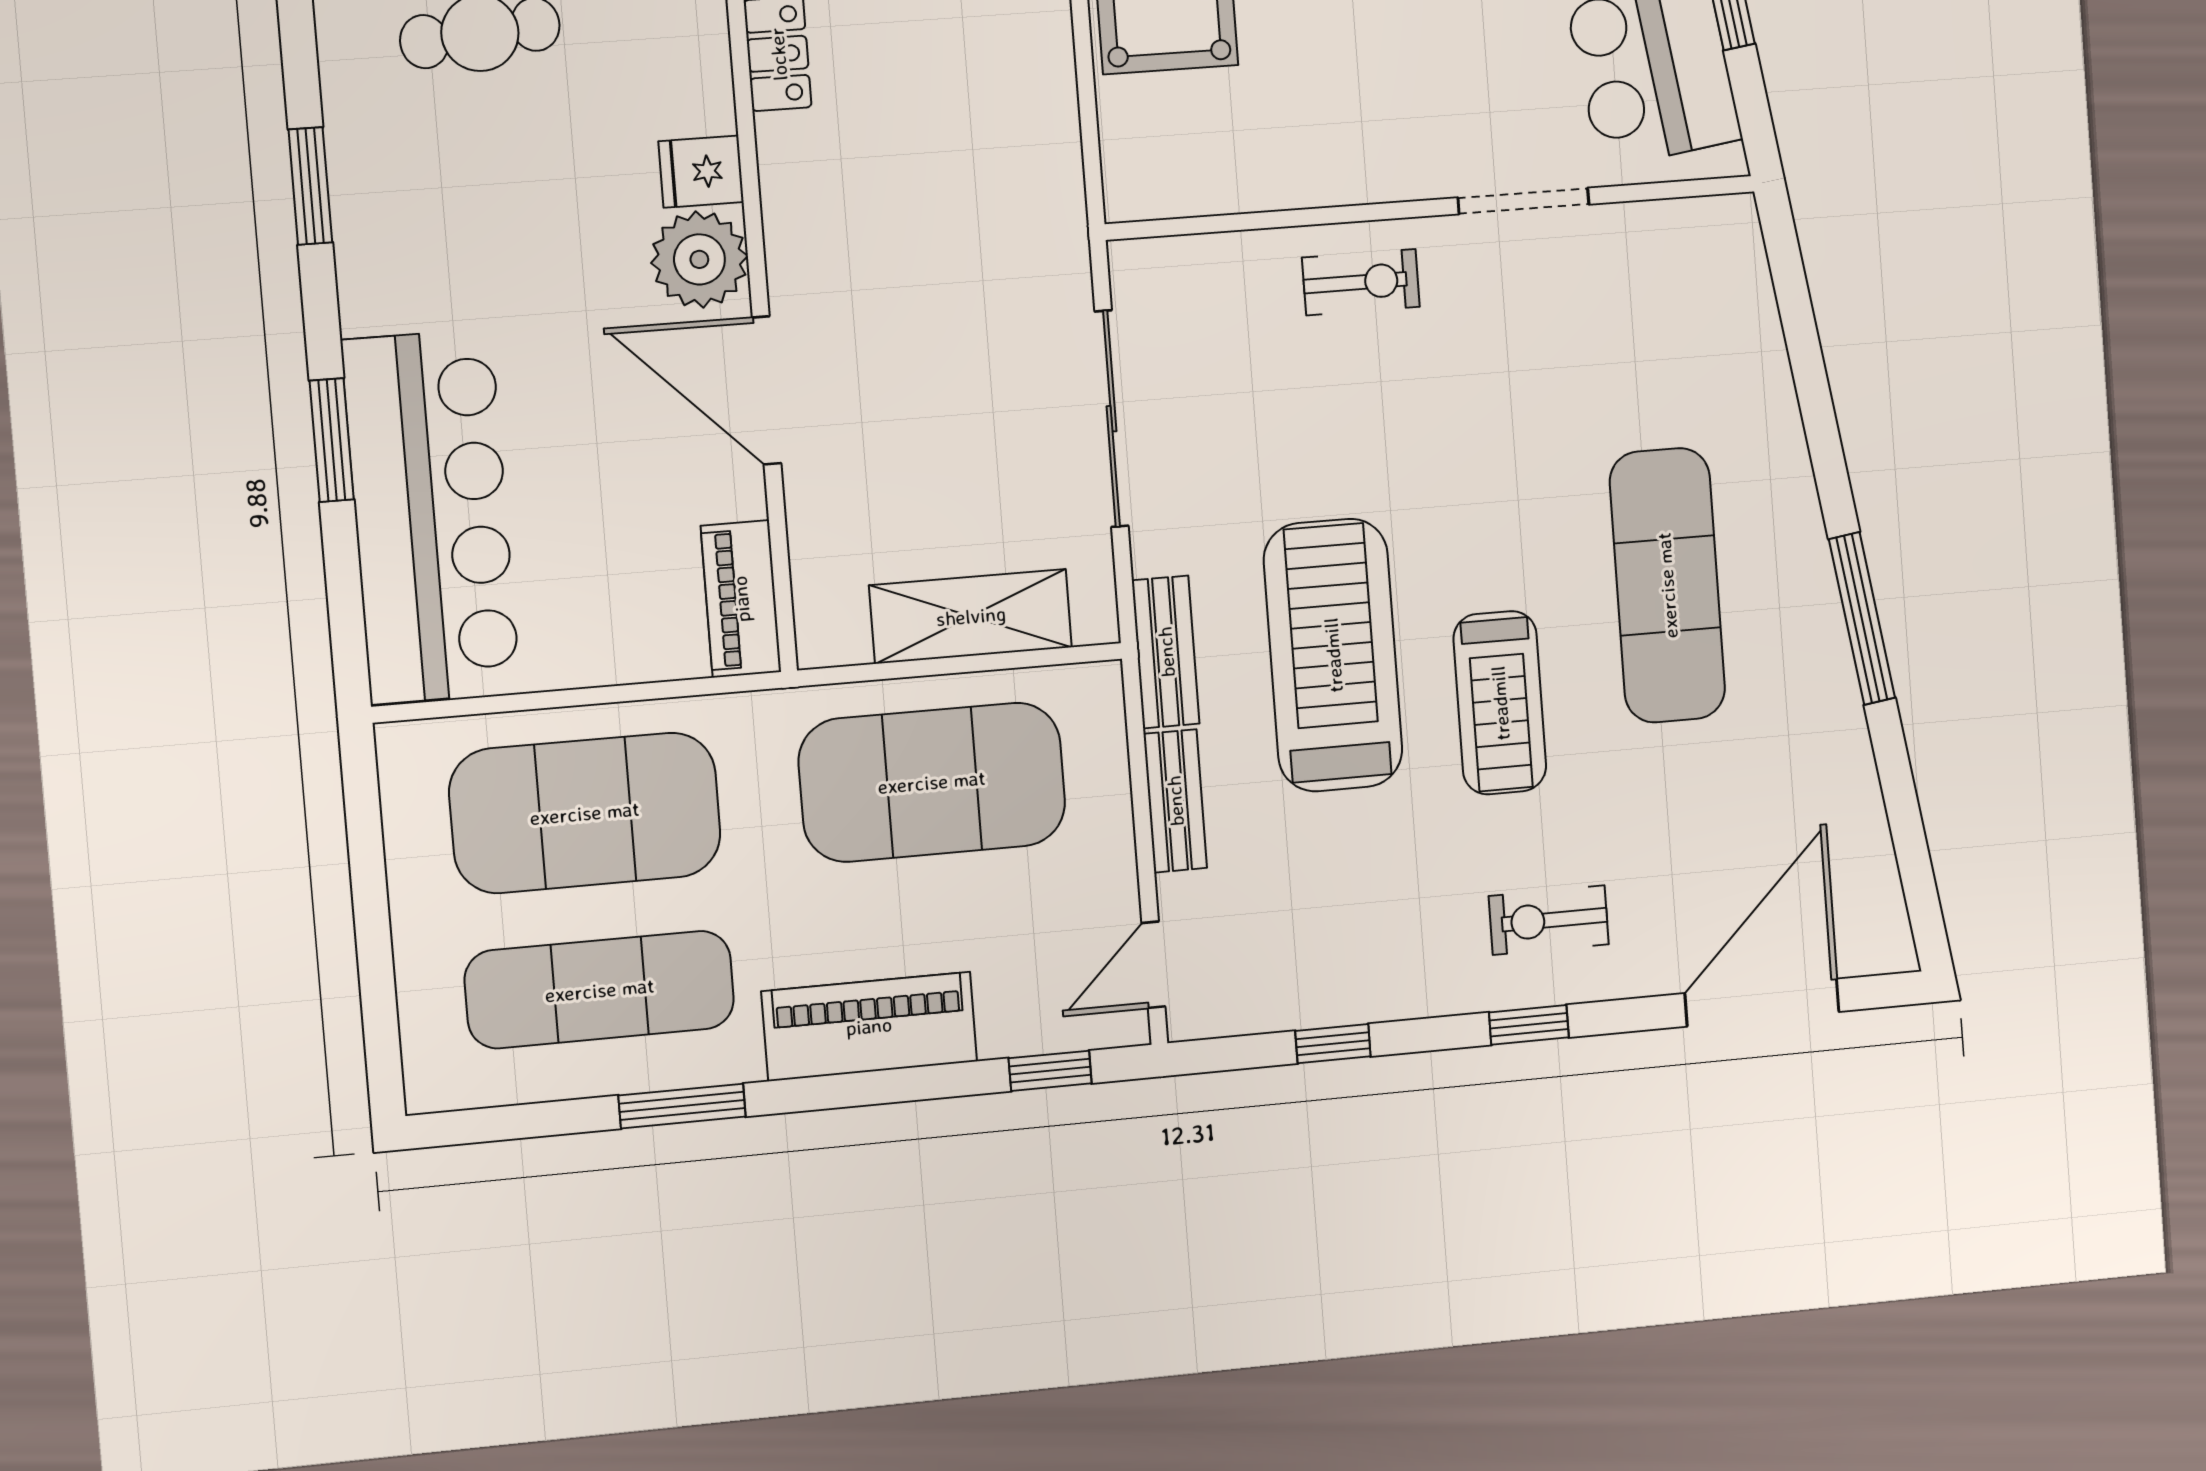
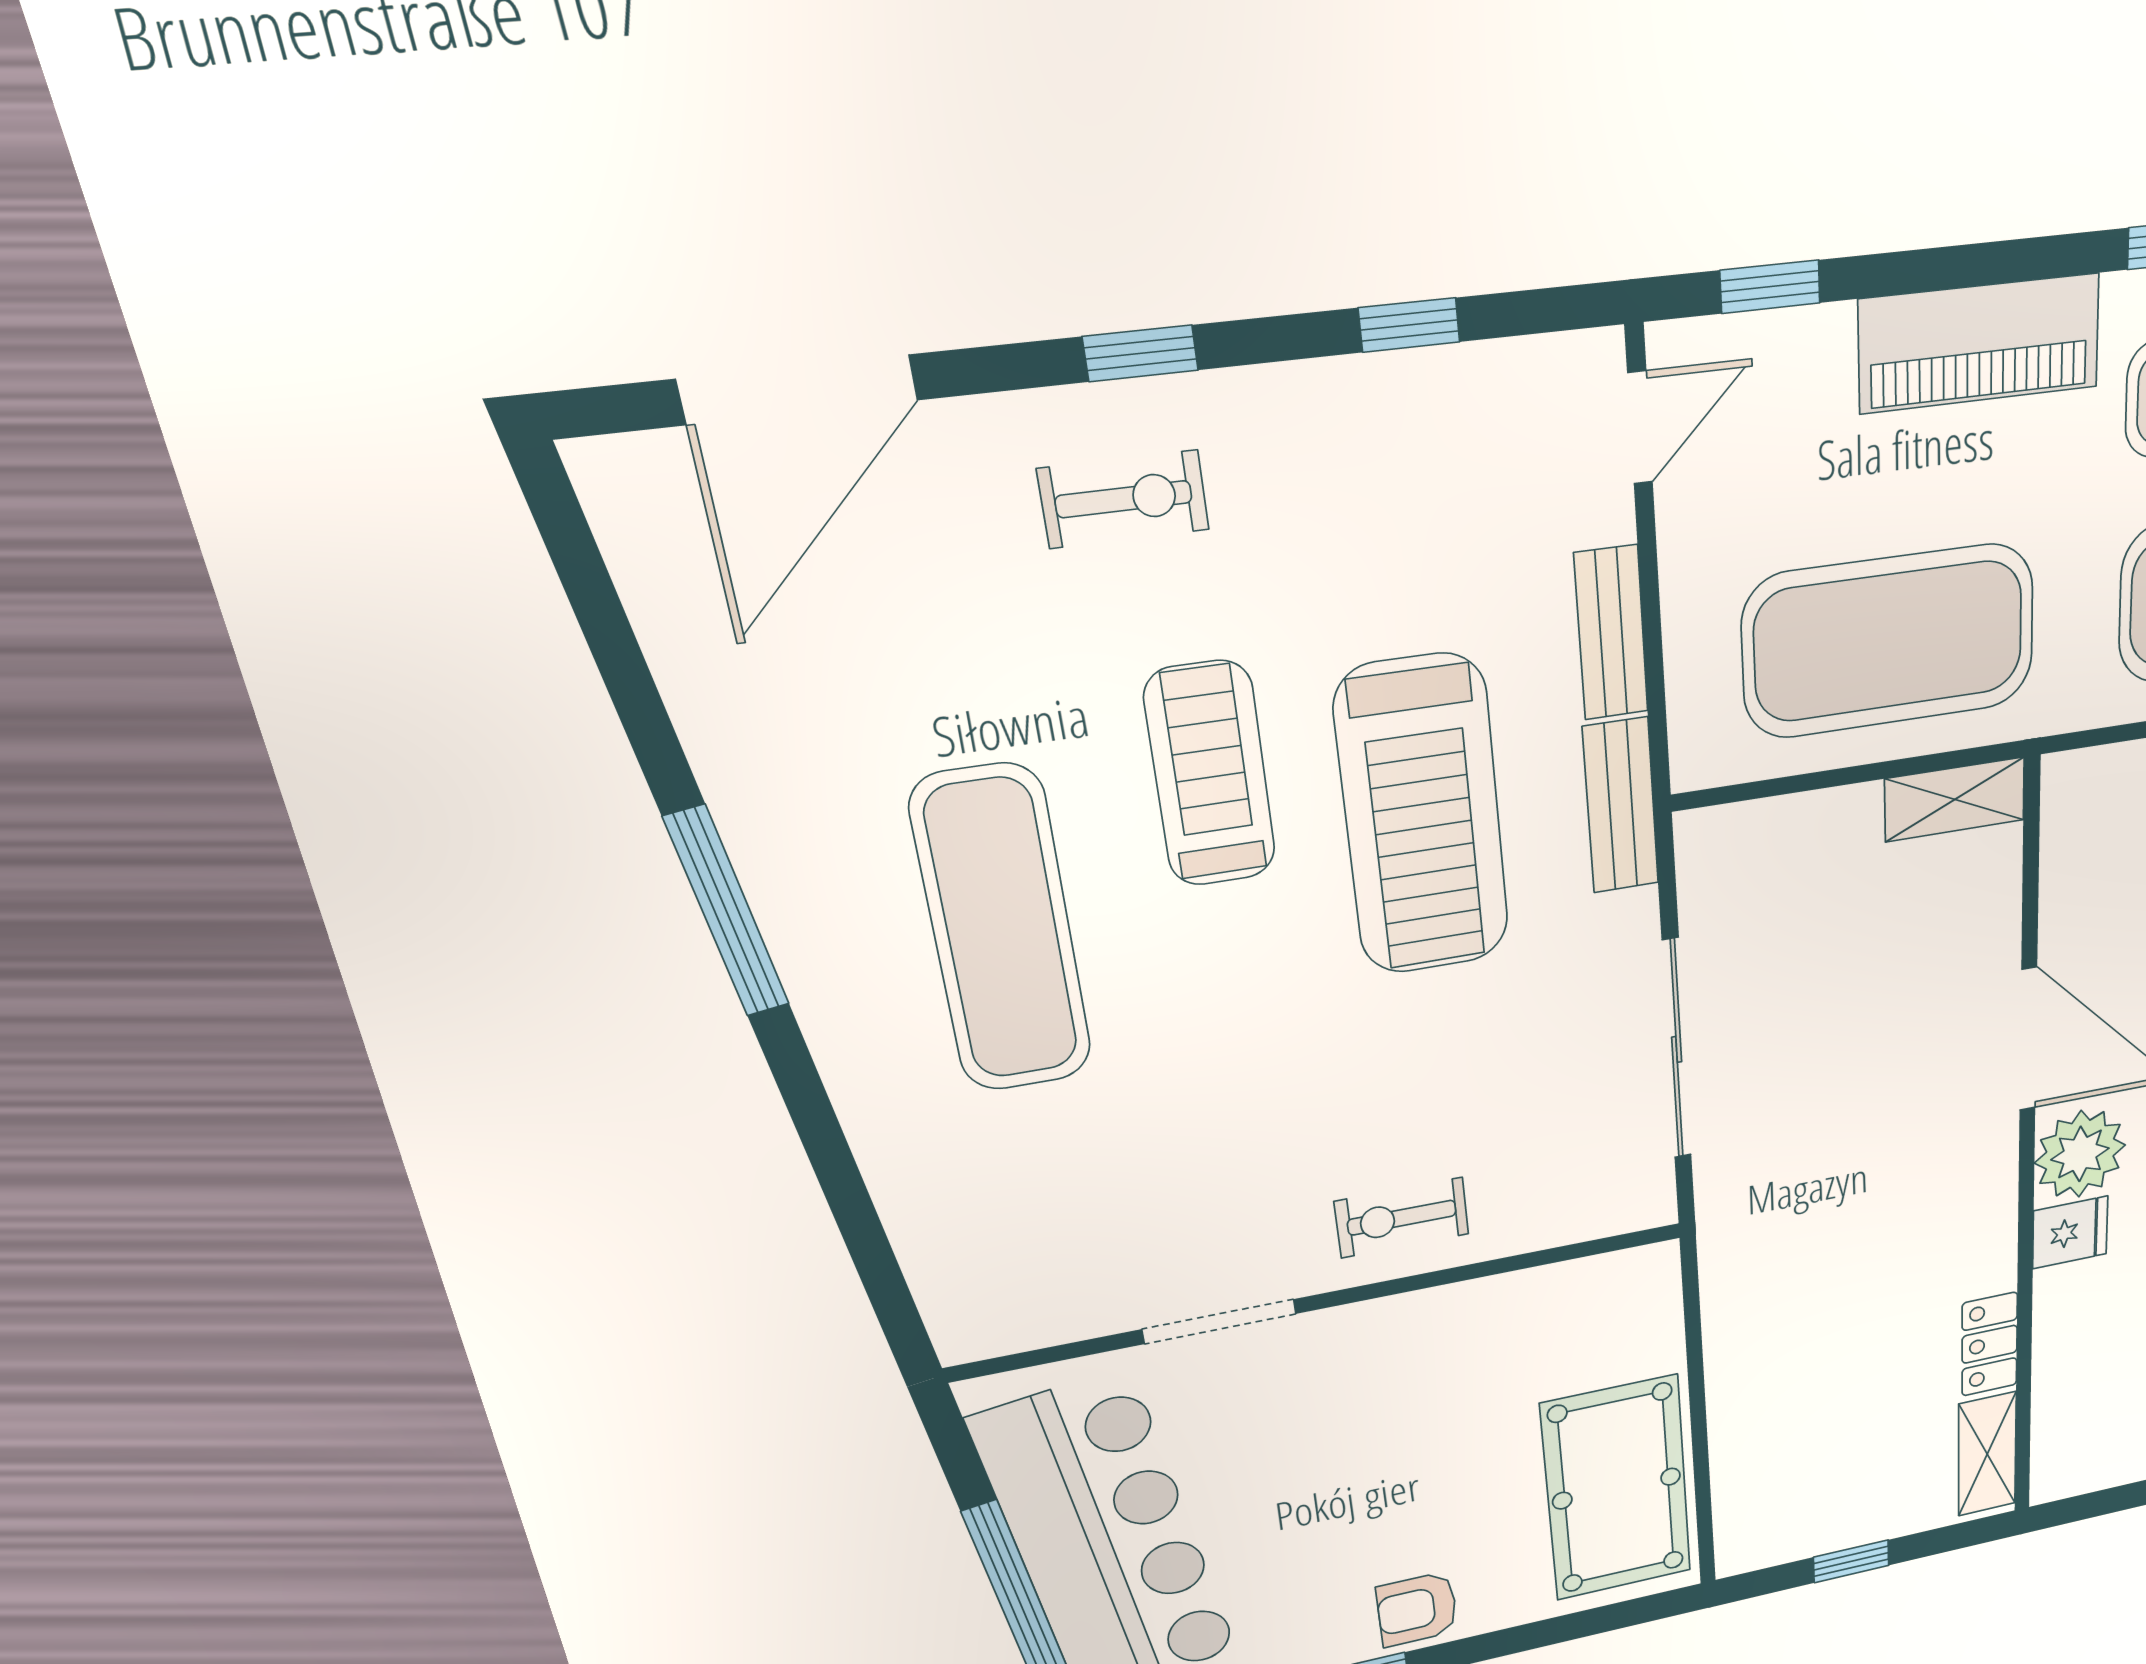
piano: (741, 599) -> (2074, 829), removed
shelving: (971, 616) -> (1955, 799), moved, width x0.67, depth x0.75

